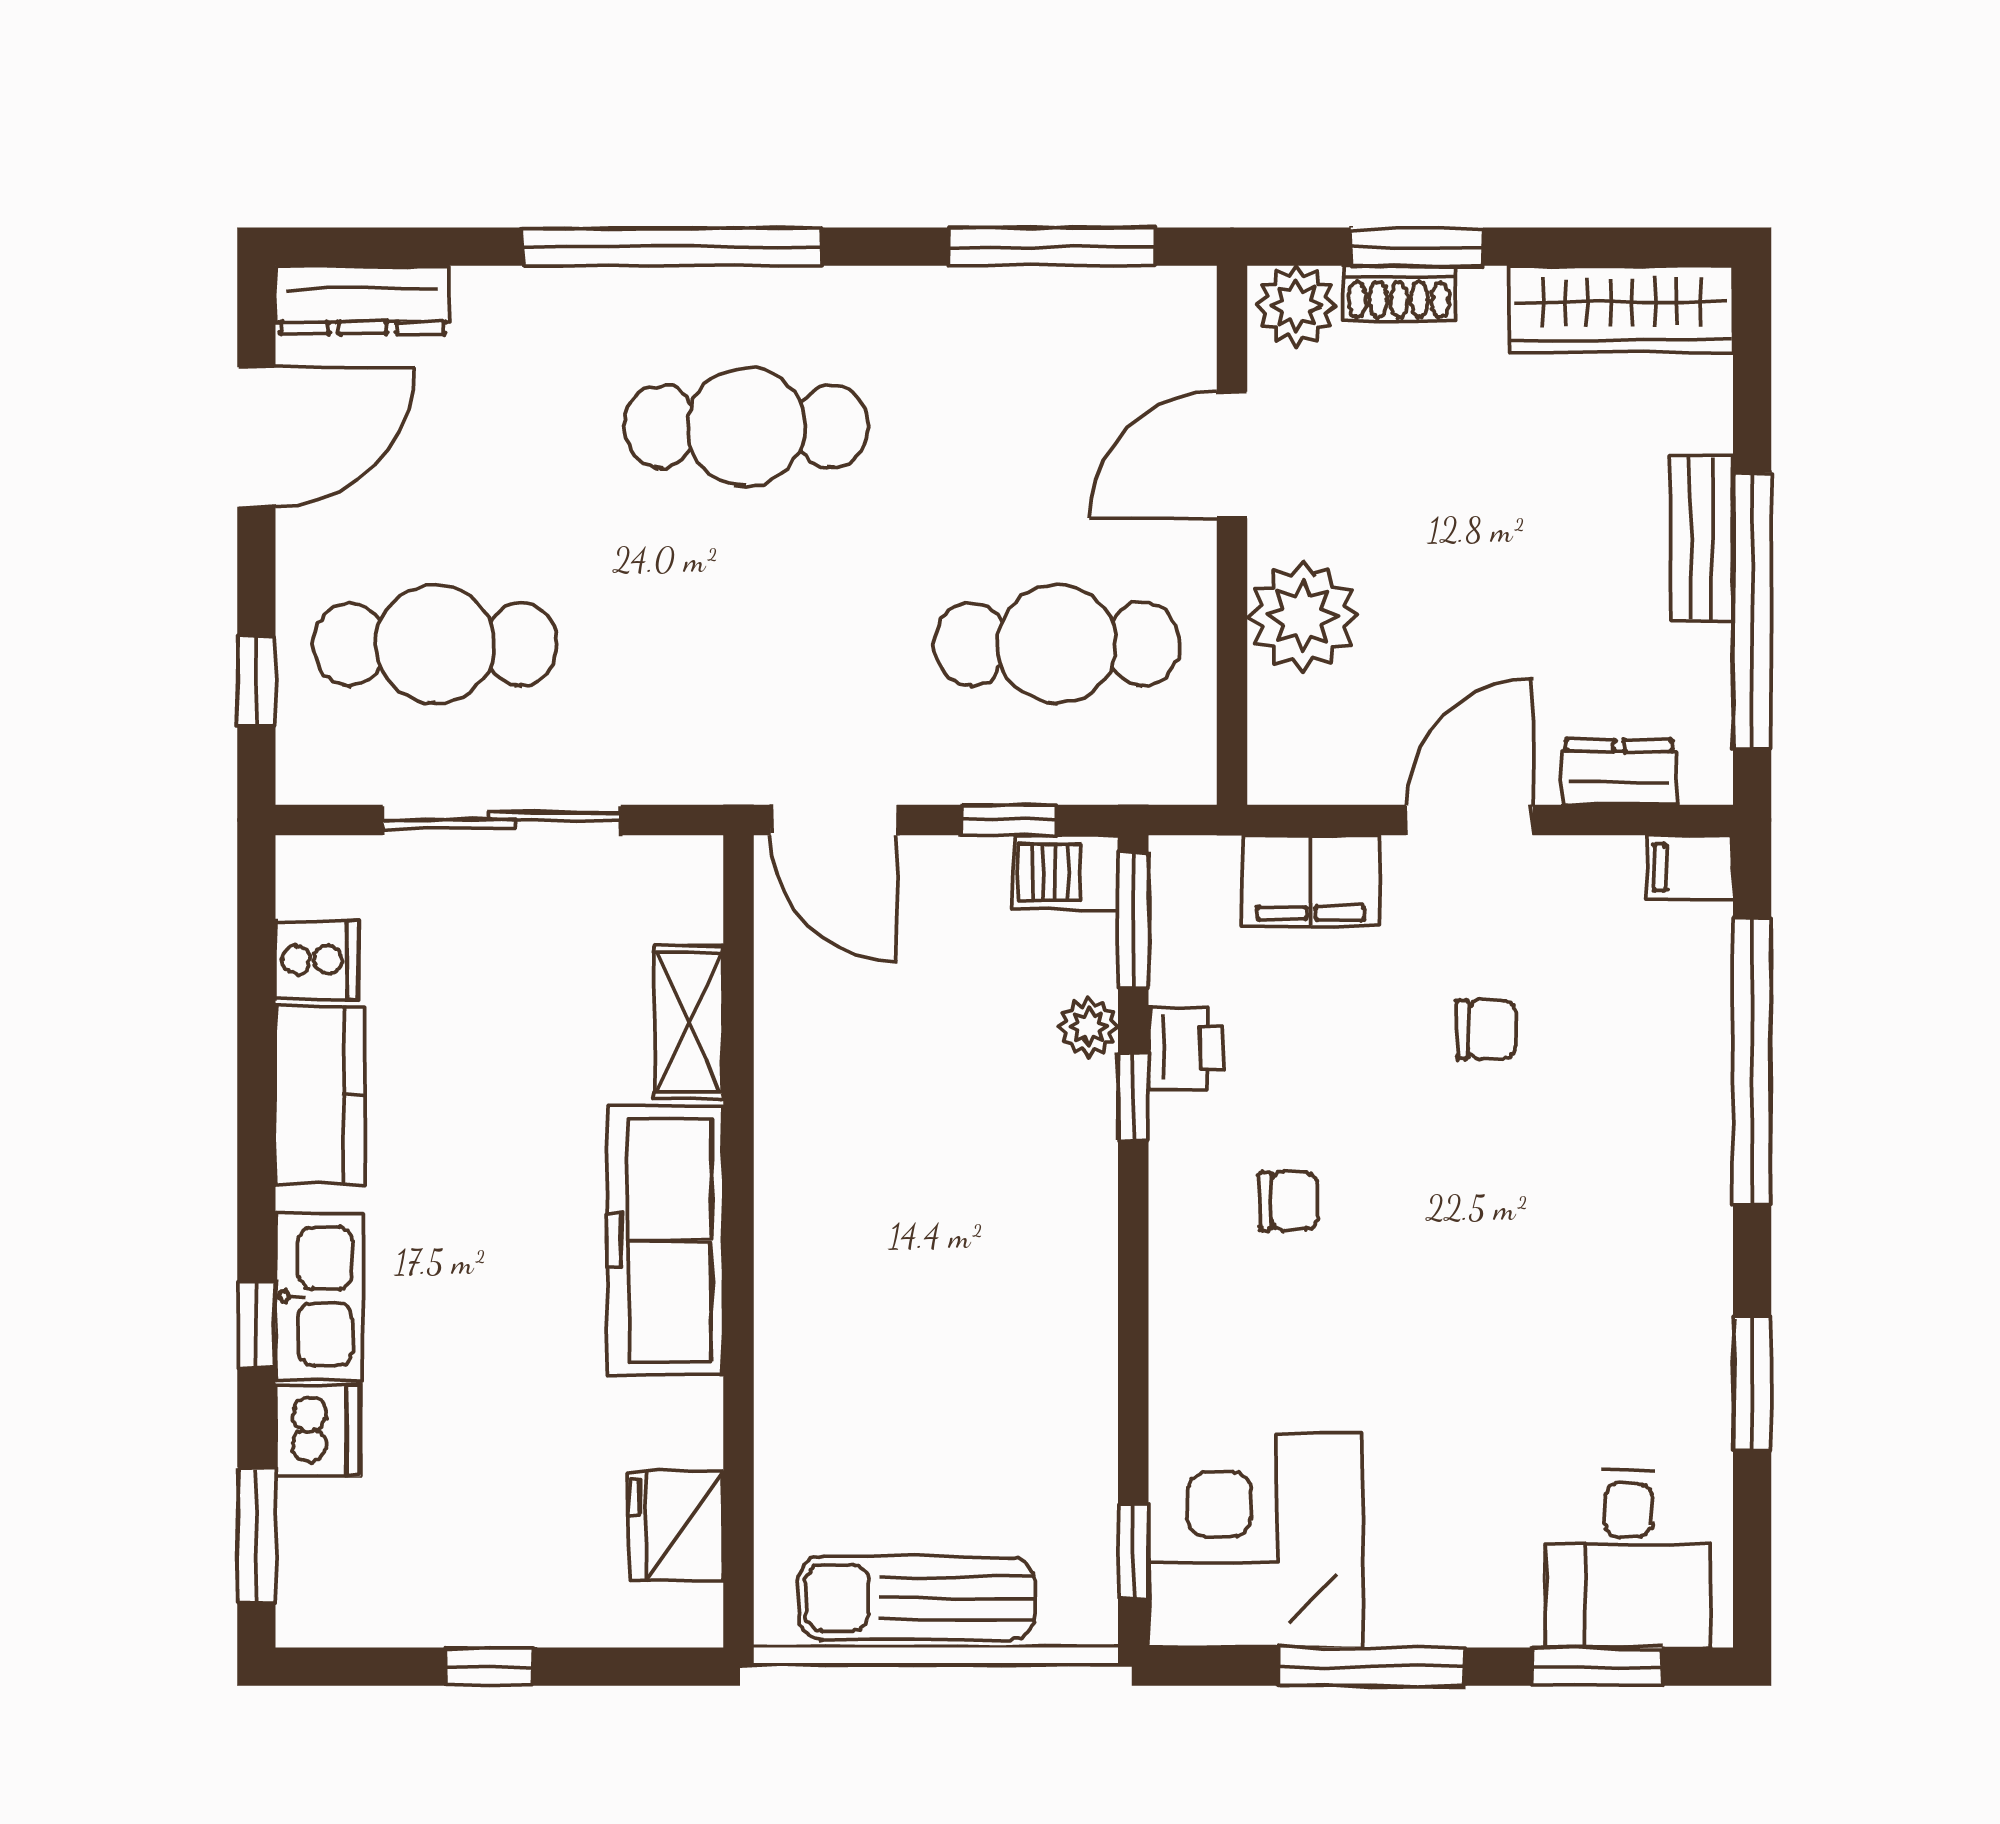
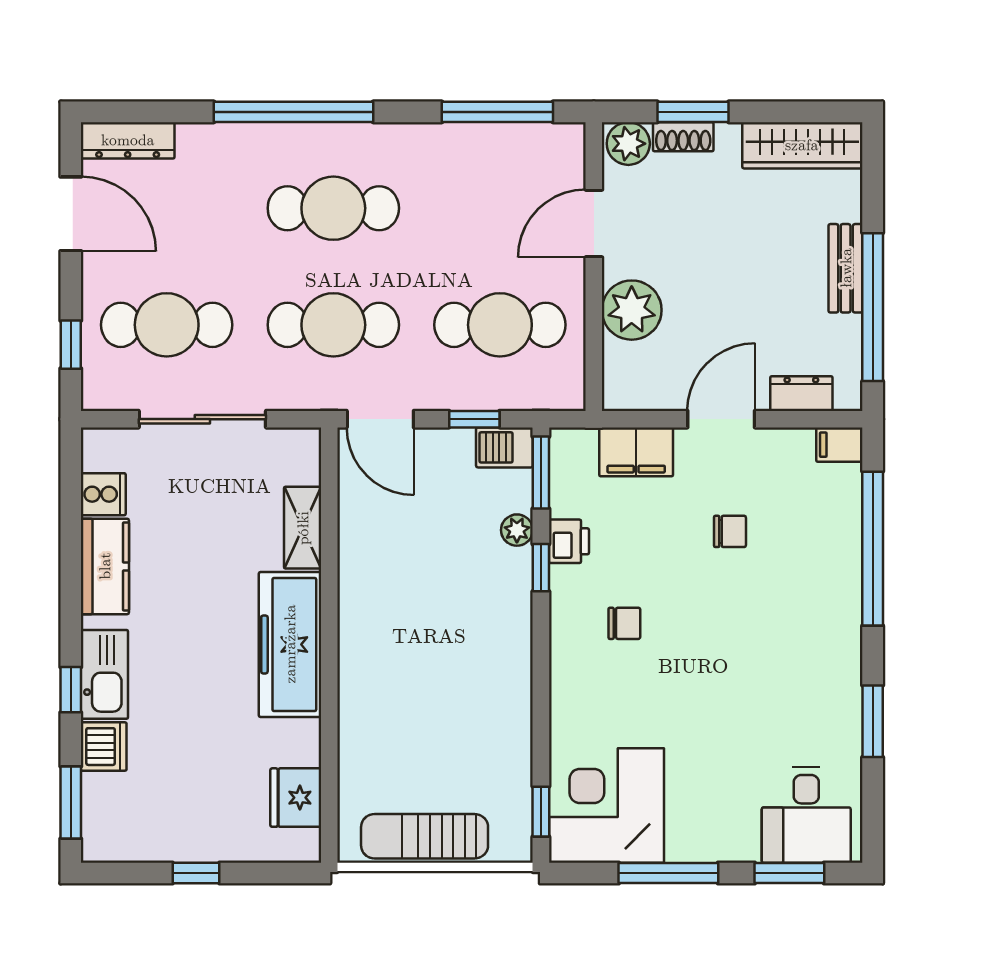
door: (256, 437) -> (71, 214), hinge flipped
cafe table: (746, 644) -> (333, 325), added

